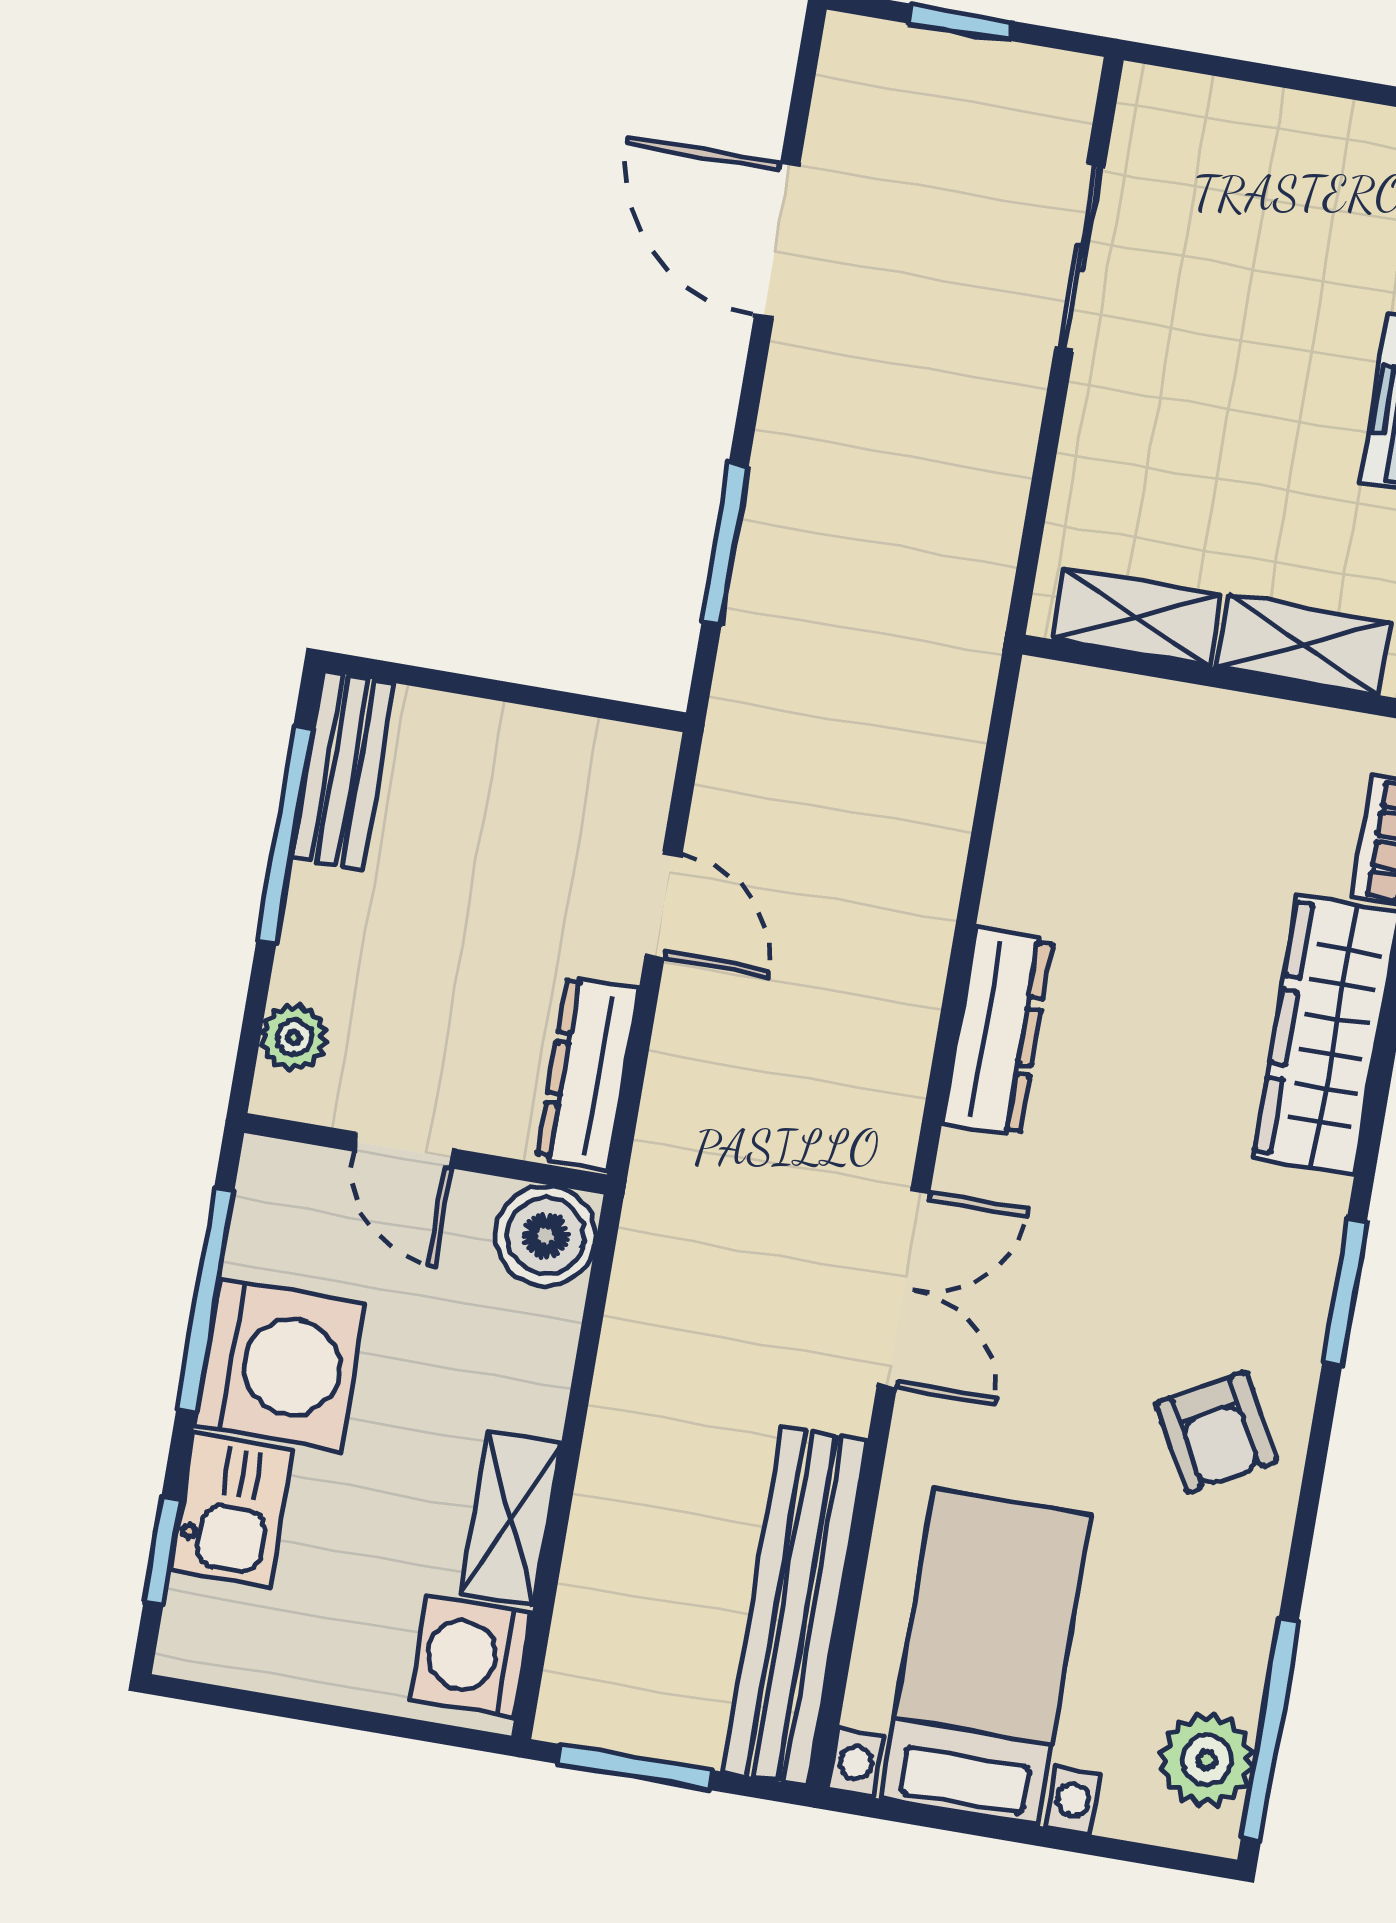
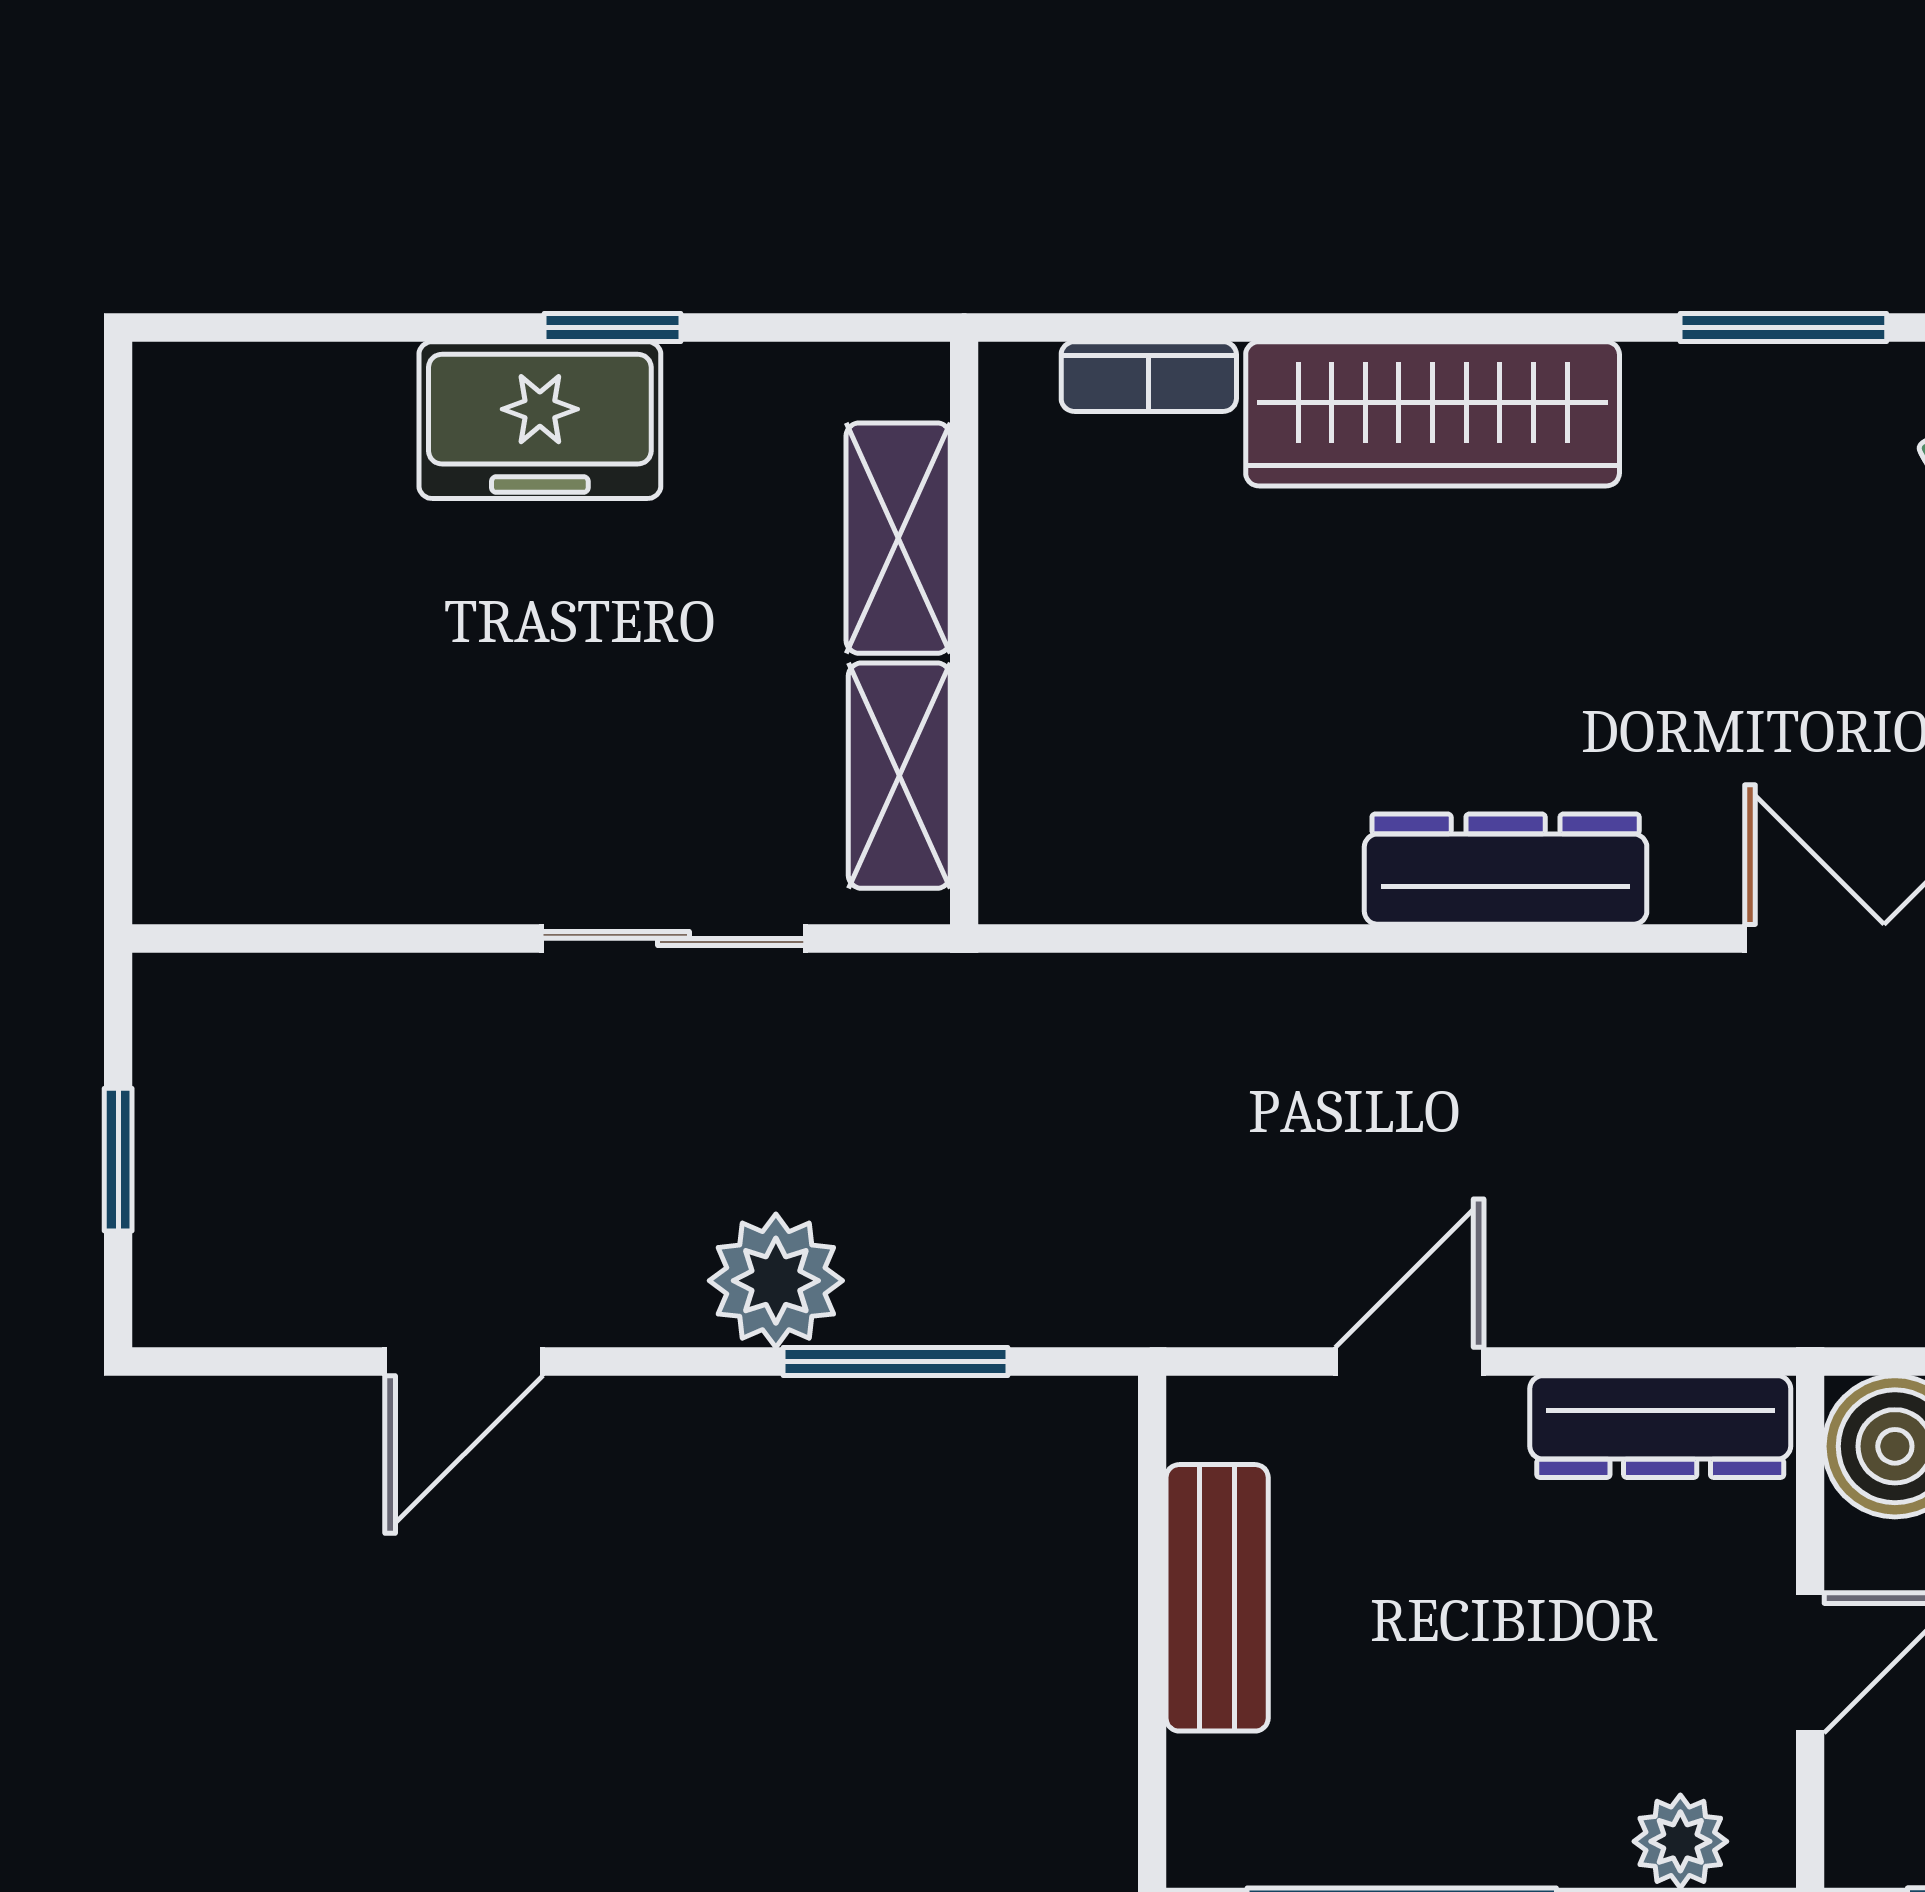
door: (777, 241) -> (464, 1361), width x0.73
sliding door: (1080, 257) -> (673, 938), moved
plant: (796, 470) -> (776, 1281), added
bench: (343, 771) -> (1217, 1598), moved, turned 90

